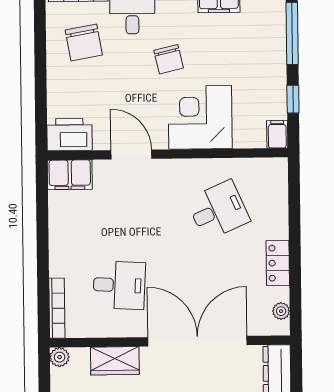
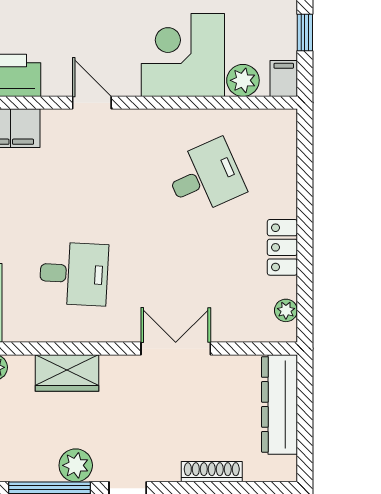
plant: (246, 136) -> (243, 80), added
door: (131, 155) -> (92, 103), width x0.73
double door: (197, 341) -> (176, 348), width x0.54

